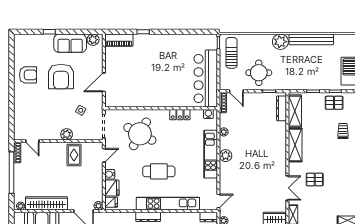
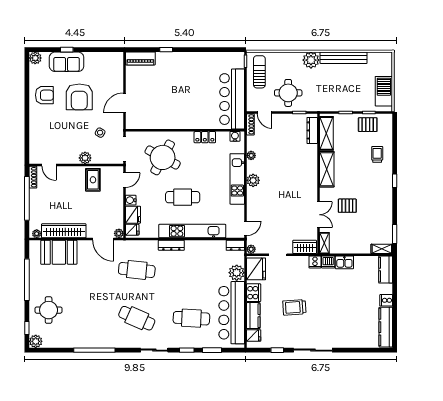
plant: (93, 40) -> (35, 58), moved
sofa: (70, 43) -> (67, 62), moved

